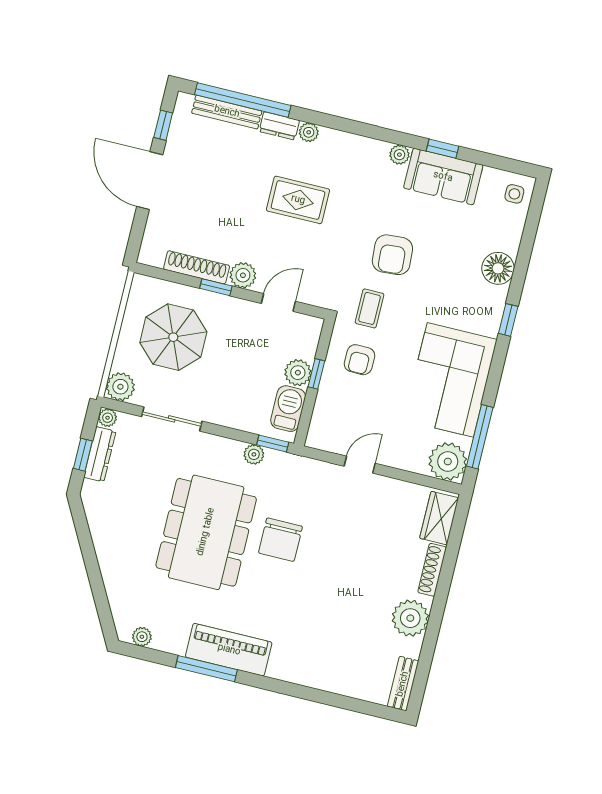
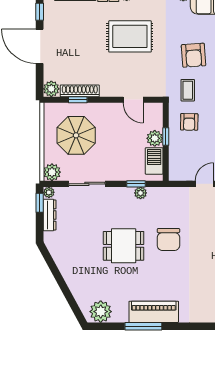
rug: (298, 200) -> (130, 36), width x1.36, depth x1.43
plant: (243, 275) -> (51, 89), moved
window: (216, 287) -> (78, 100), moved
door: (278, 302) -> (133, 100), swing flipped
window: (273, 444) -> (136, 184), moved
window: (83, 455) -> (40, 203), moved
dining table: (206, 532) -> (124, 246), width x0.53, depth x0.80
plant: (142, 637) -> (101, 312), width x1.88, depth x1.88

